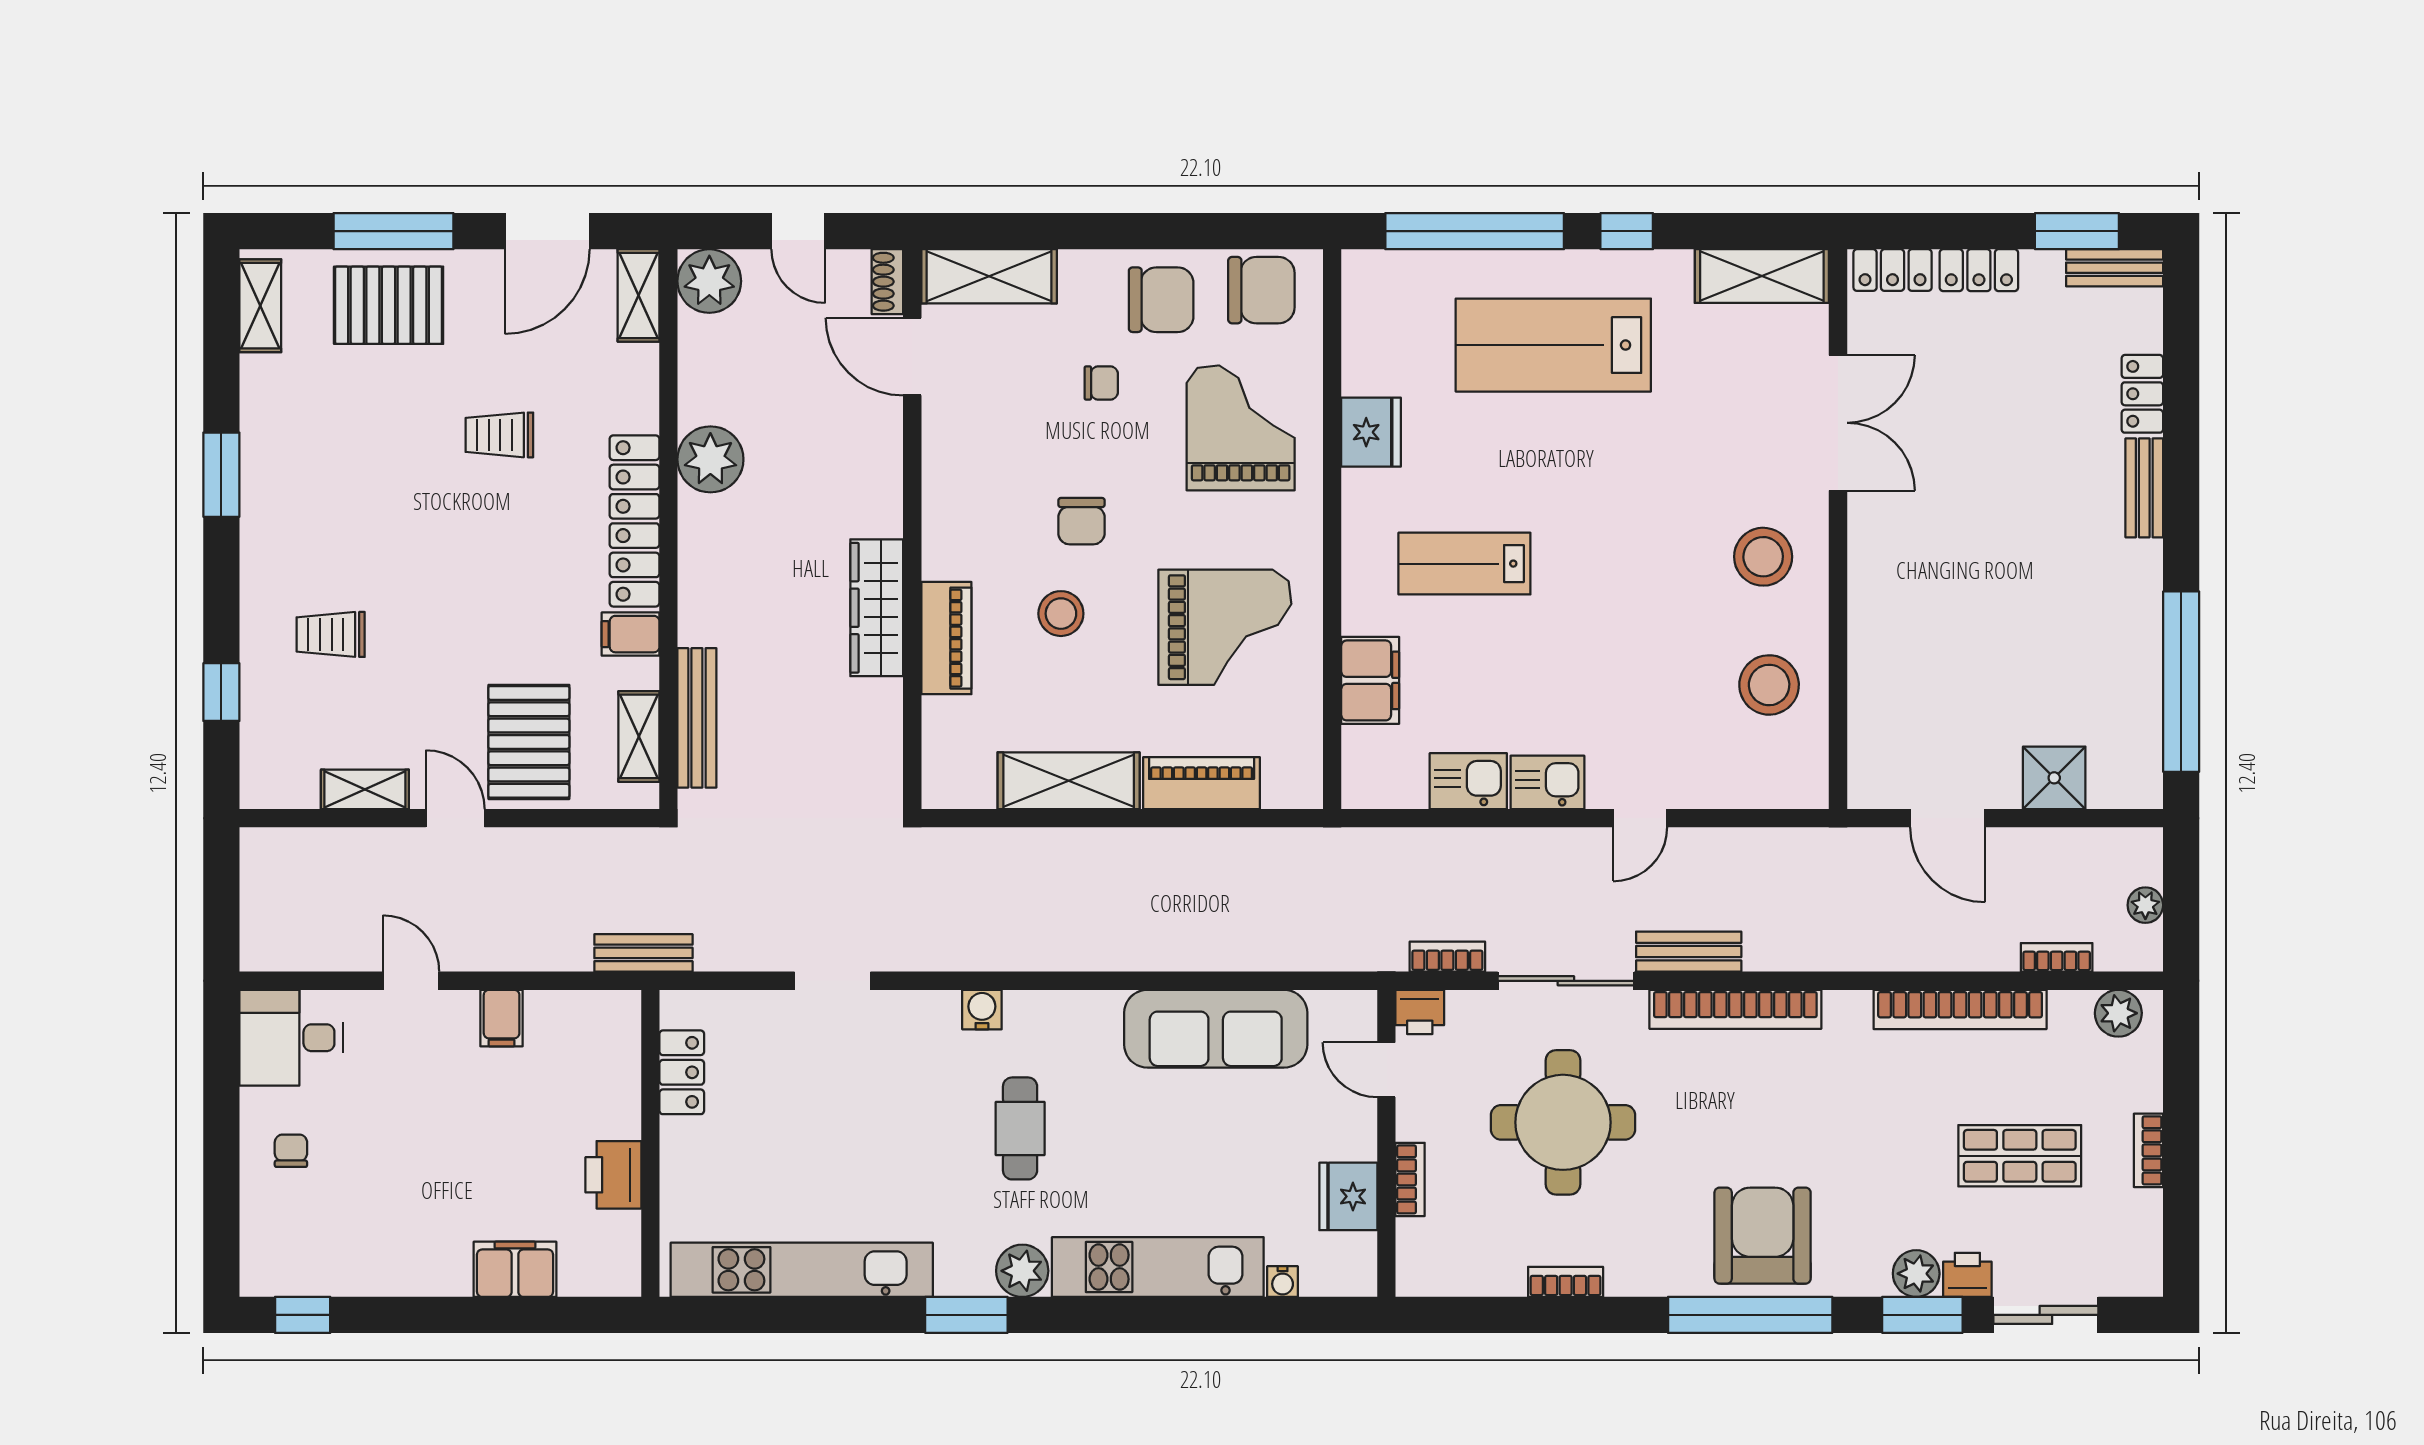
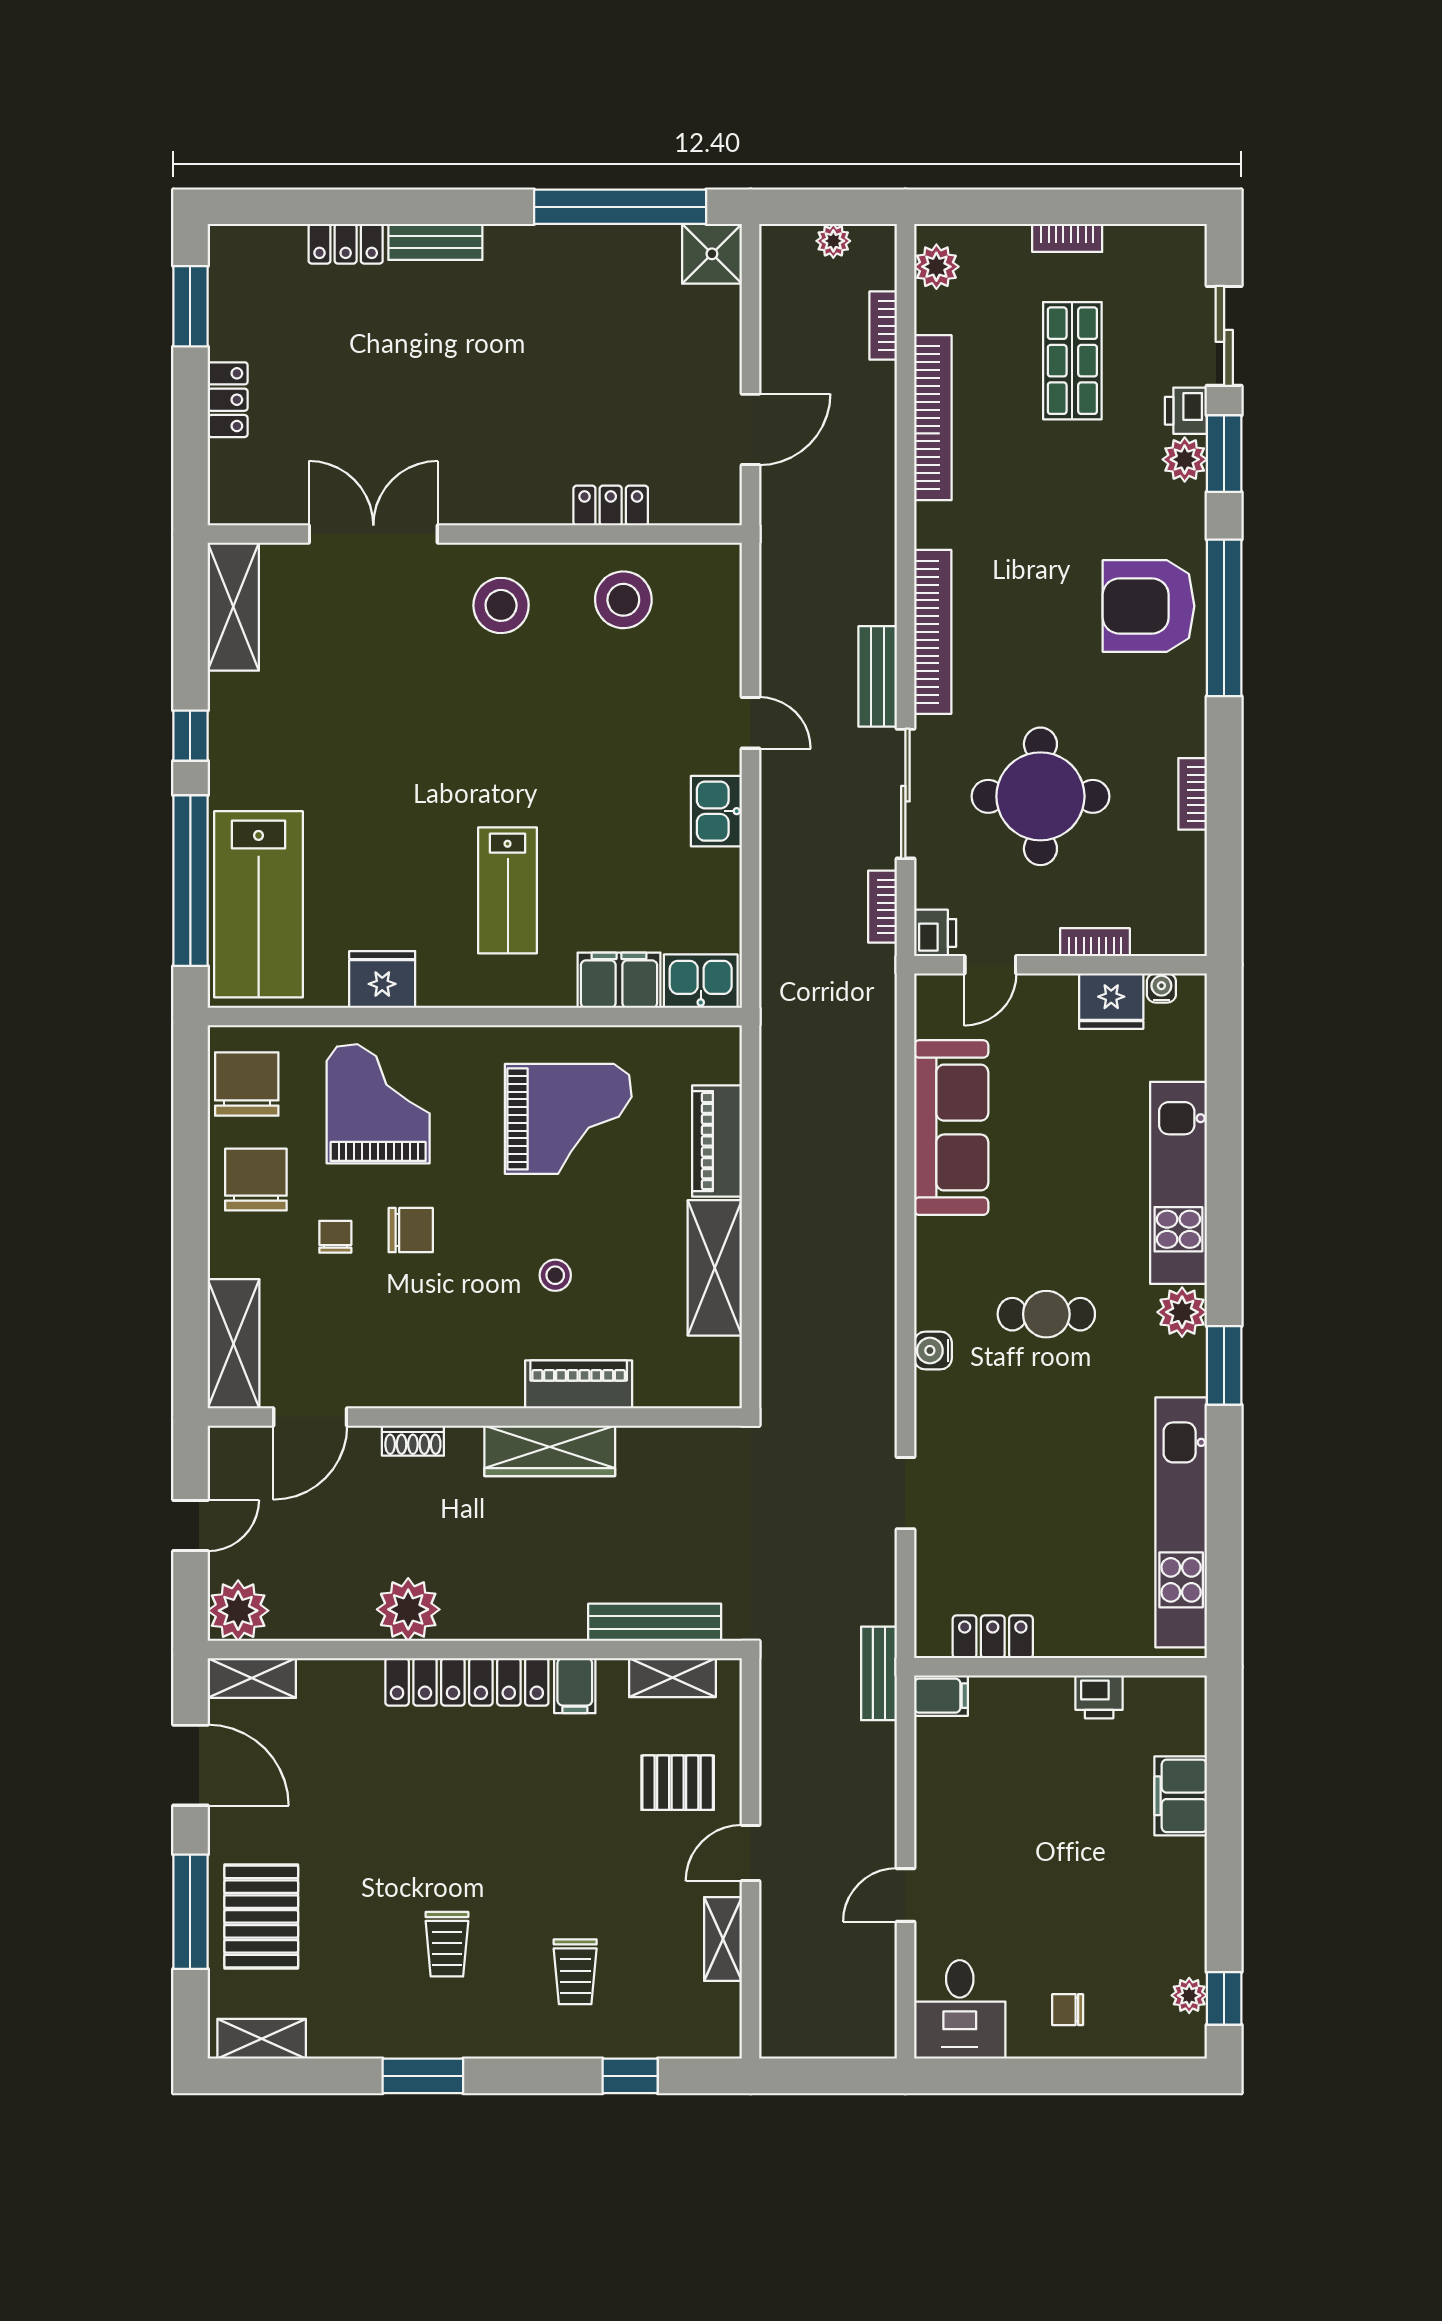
bench: (2115, 268) -> (225, 270), removed
locker: (1893, 270) -> (611, 506), moved, turned -90
shoe rack: (887, 282) -> (413, 1441), moved
lab bench: (1553, 345) -> (259, 904), moved
grand piano: (1241, 428) -> (378, 1104), turned 90
trolley: (499, 435) -> (447, 1944), moved
chair: (1081, 521) -> (411, 1230), moved
stool: (1061, 614) -> (555, 1275), width x0.73, depth x0.73
grand piano: (1225, 627) -> (568, 1119), turned 90
pallet: (529, 742) -> (678, 1783), width x0.67, depth x0.71
shower: (2054, 778) -> (712, 254), moved
kitchen sink: (1468, 781) -> (701, 981), moved, turned 90
filing cabinet: (502, 1018) -> (941, 1696), moved
printer: (613, 1175) -> (1099, 1697), width x0.73, depth x0.81
plant: (306, 1278) -> (1189, 1995), added
water cooler: (1283, 1282) -> (1161, 988), moved, turned -90

